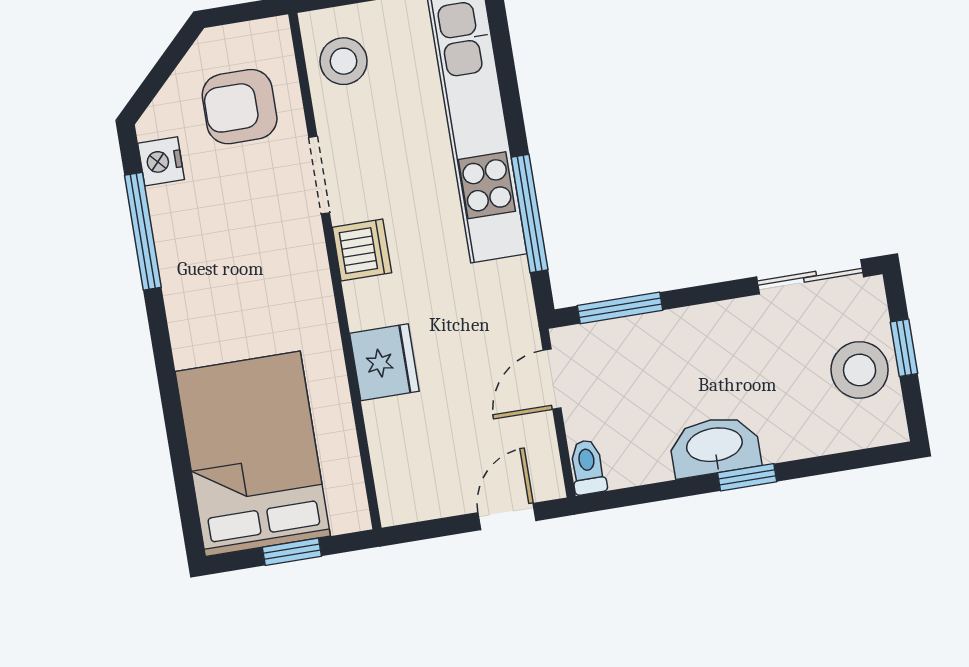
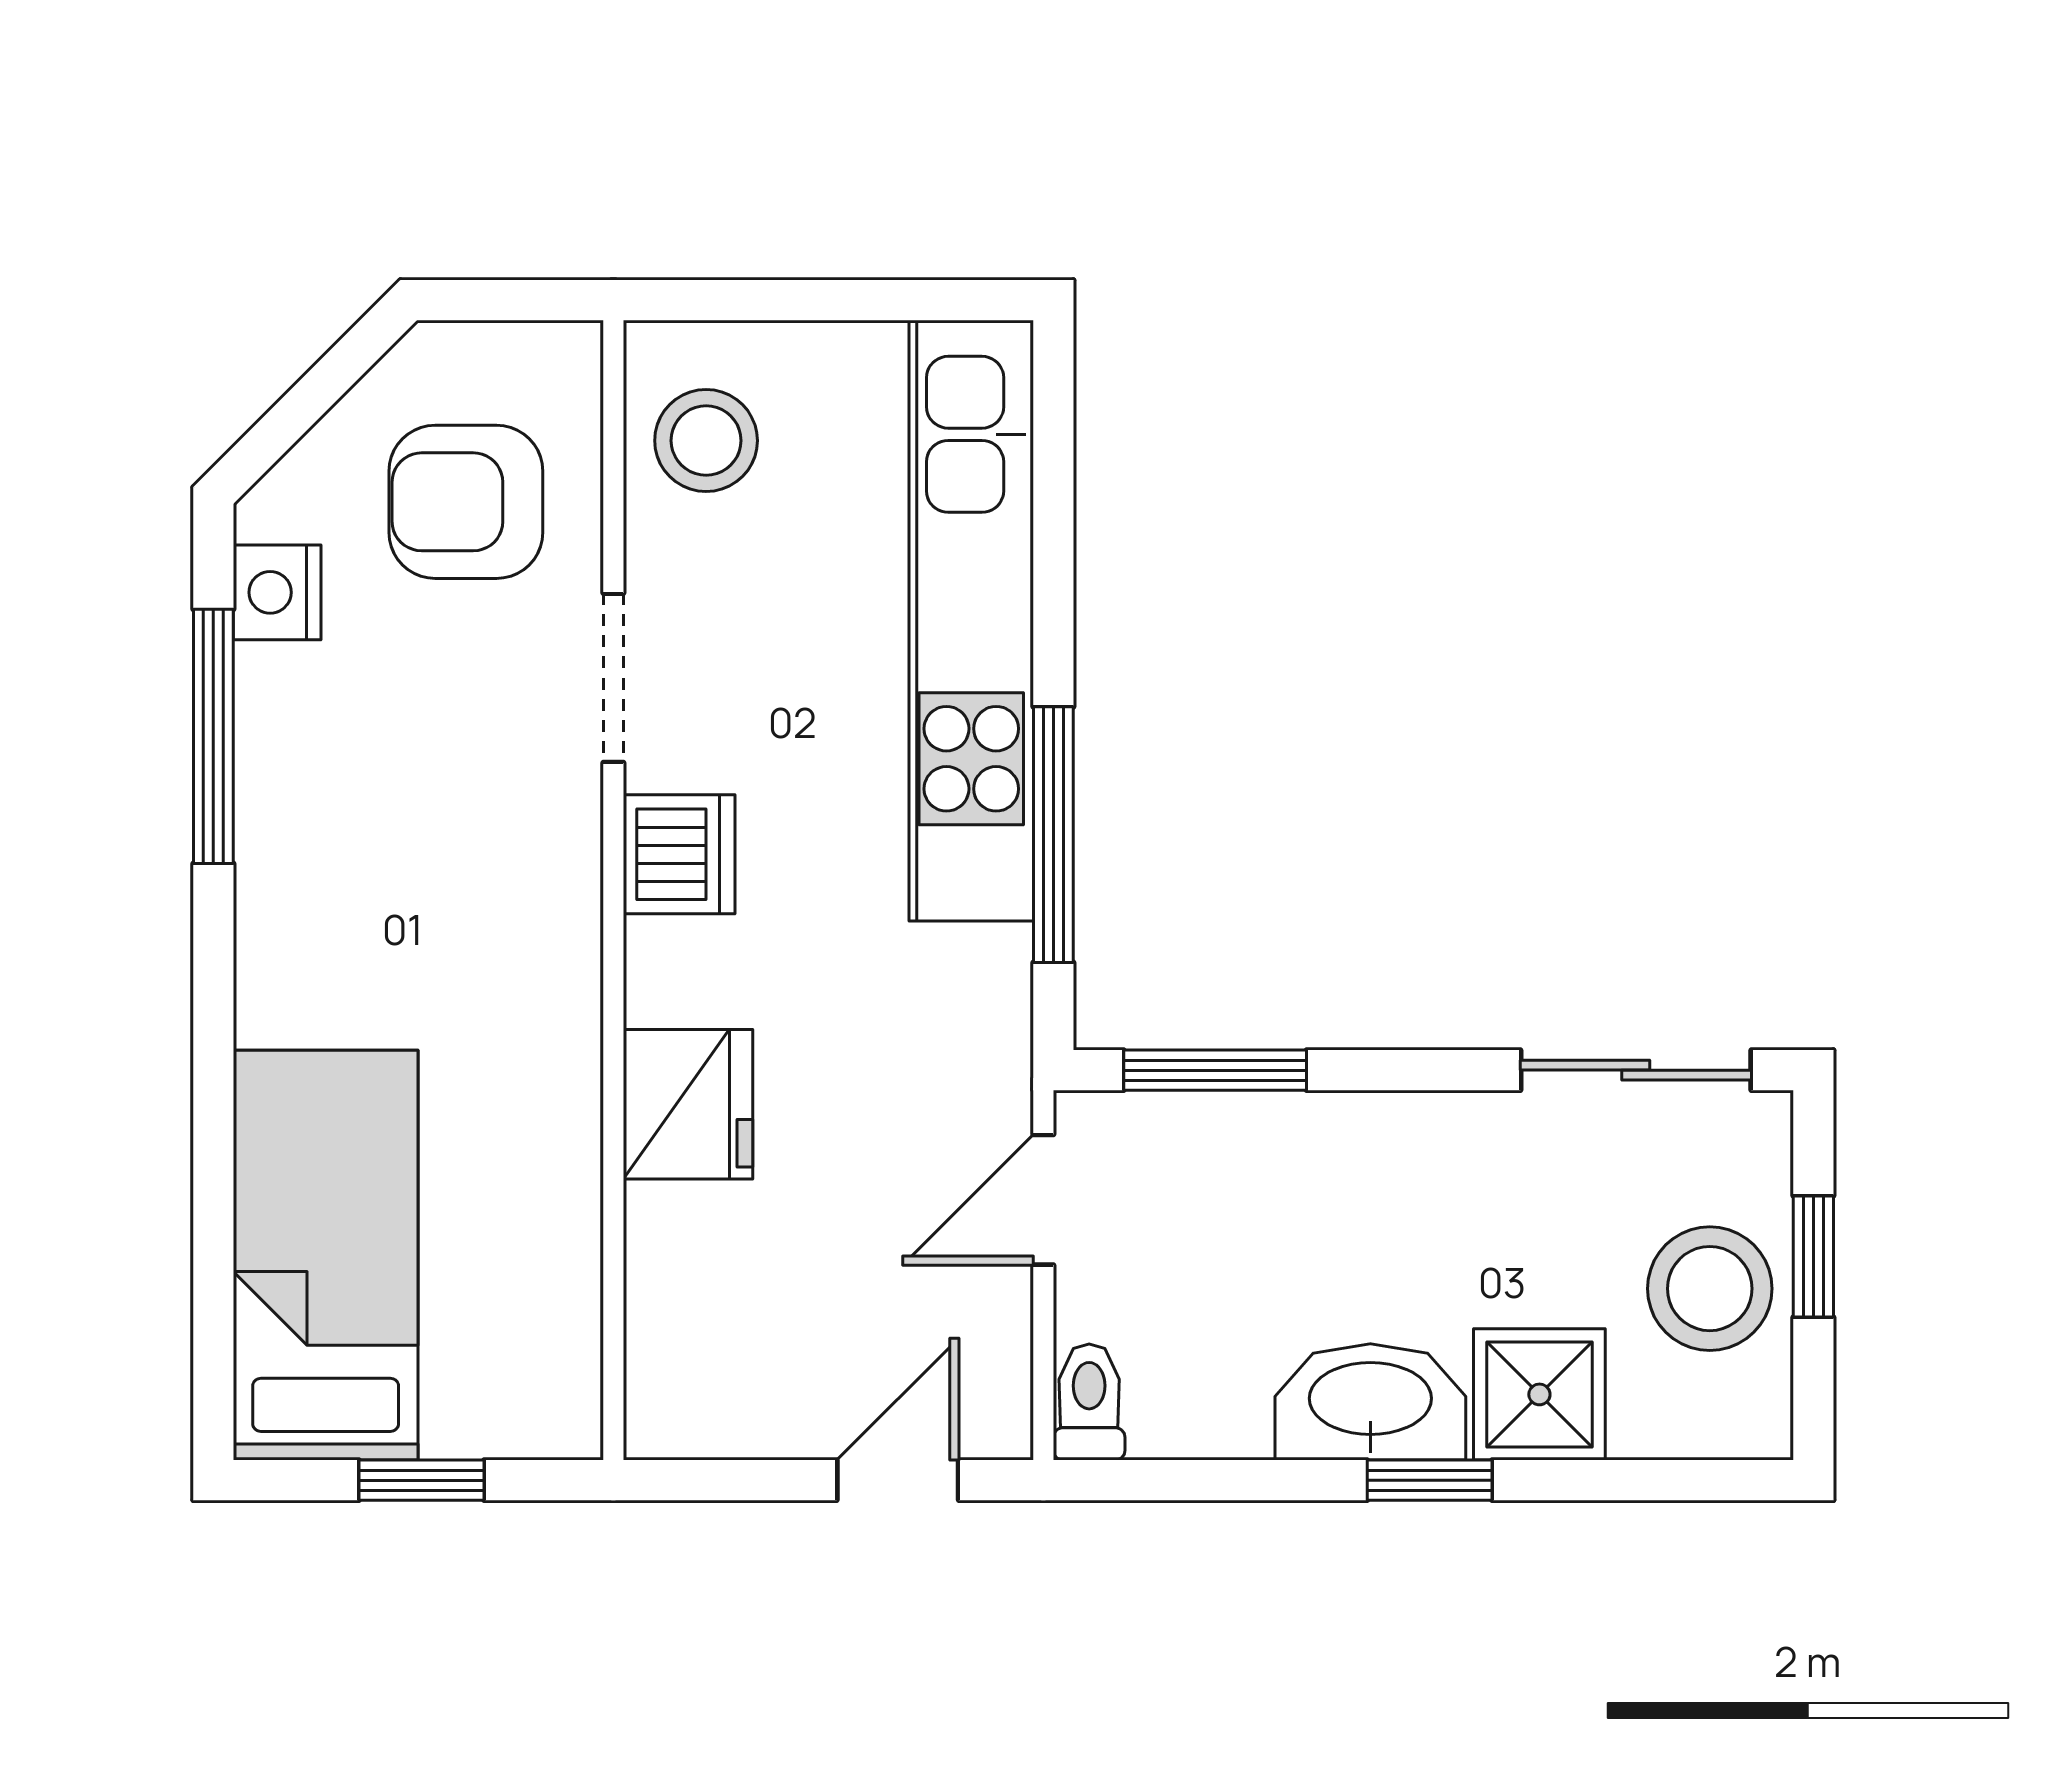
shower: (790, 430) -> (1539, 1394), added
bed: (253, 454) -> (326, 1255), width x0.67

